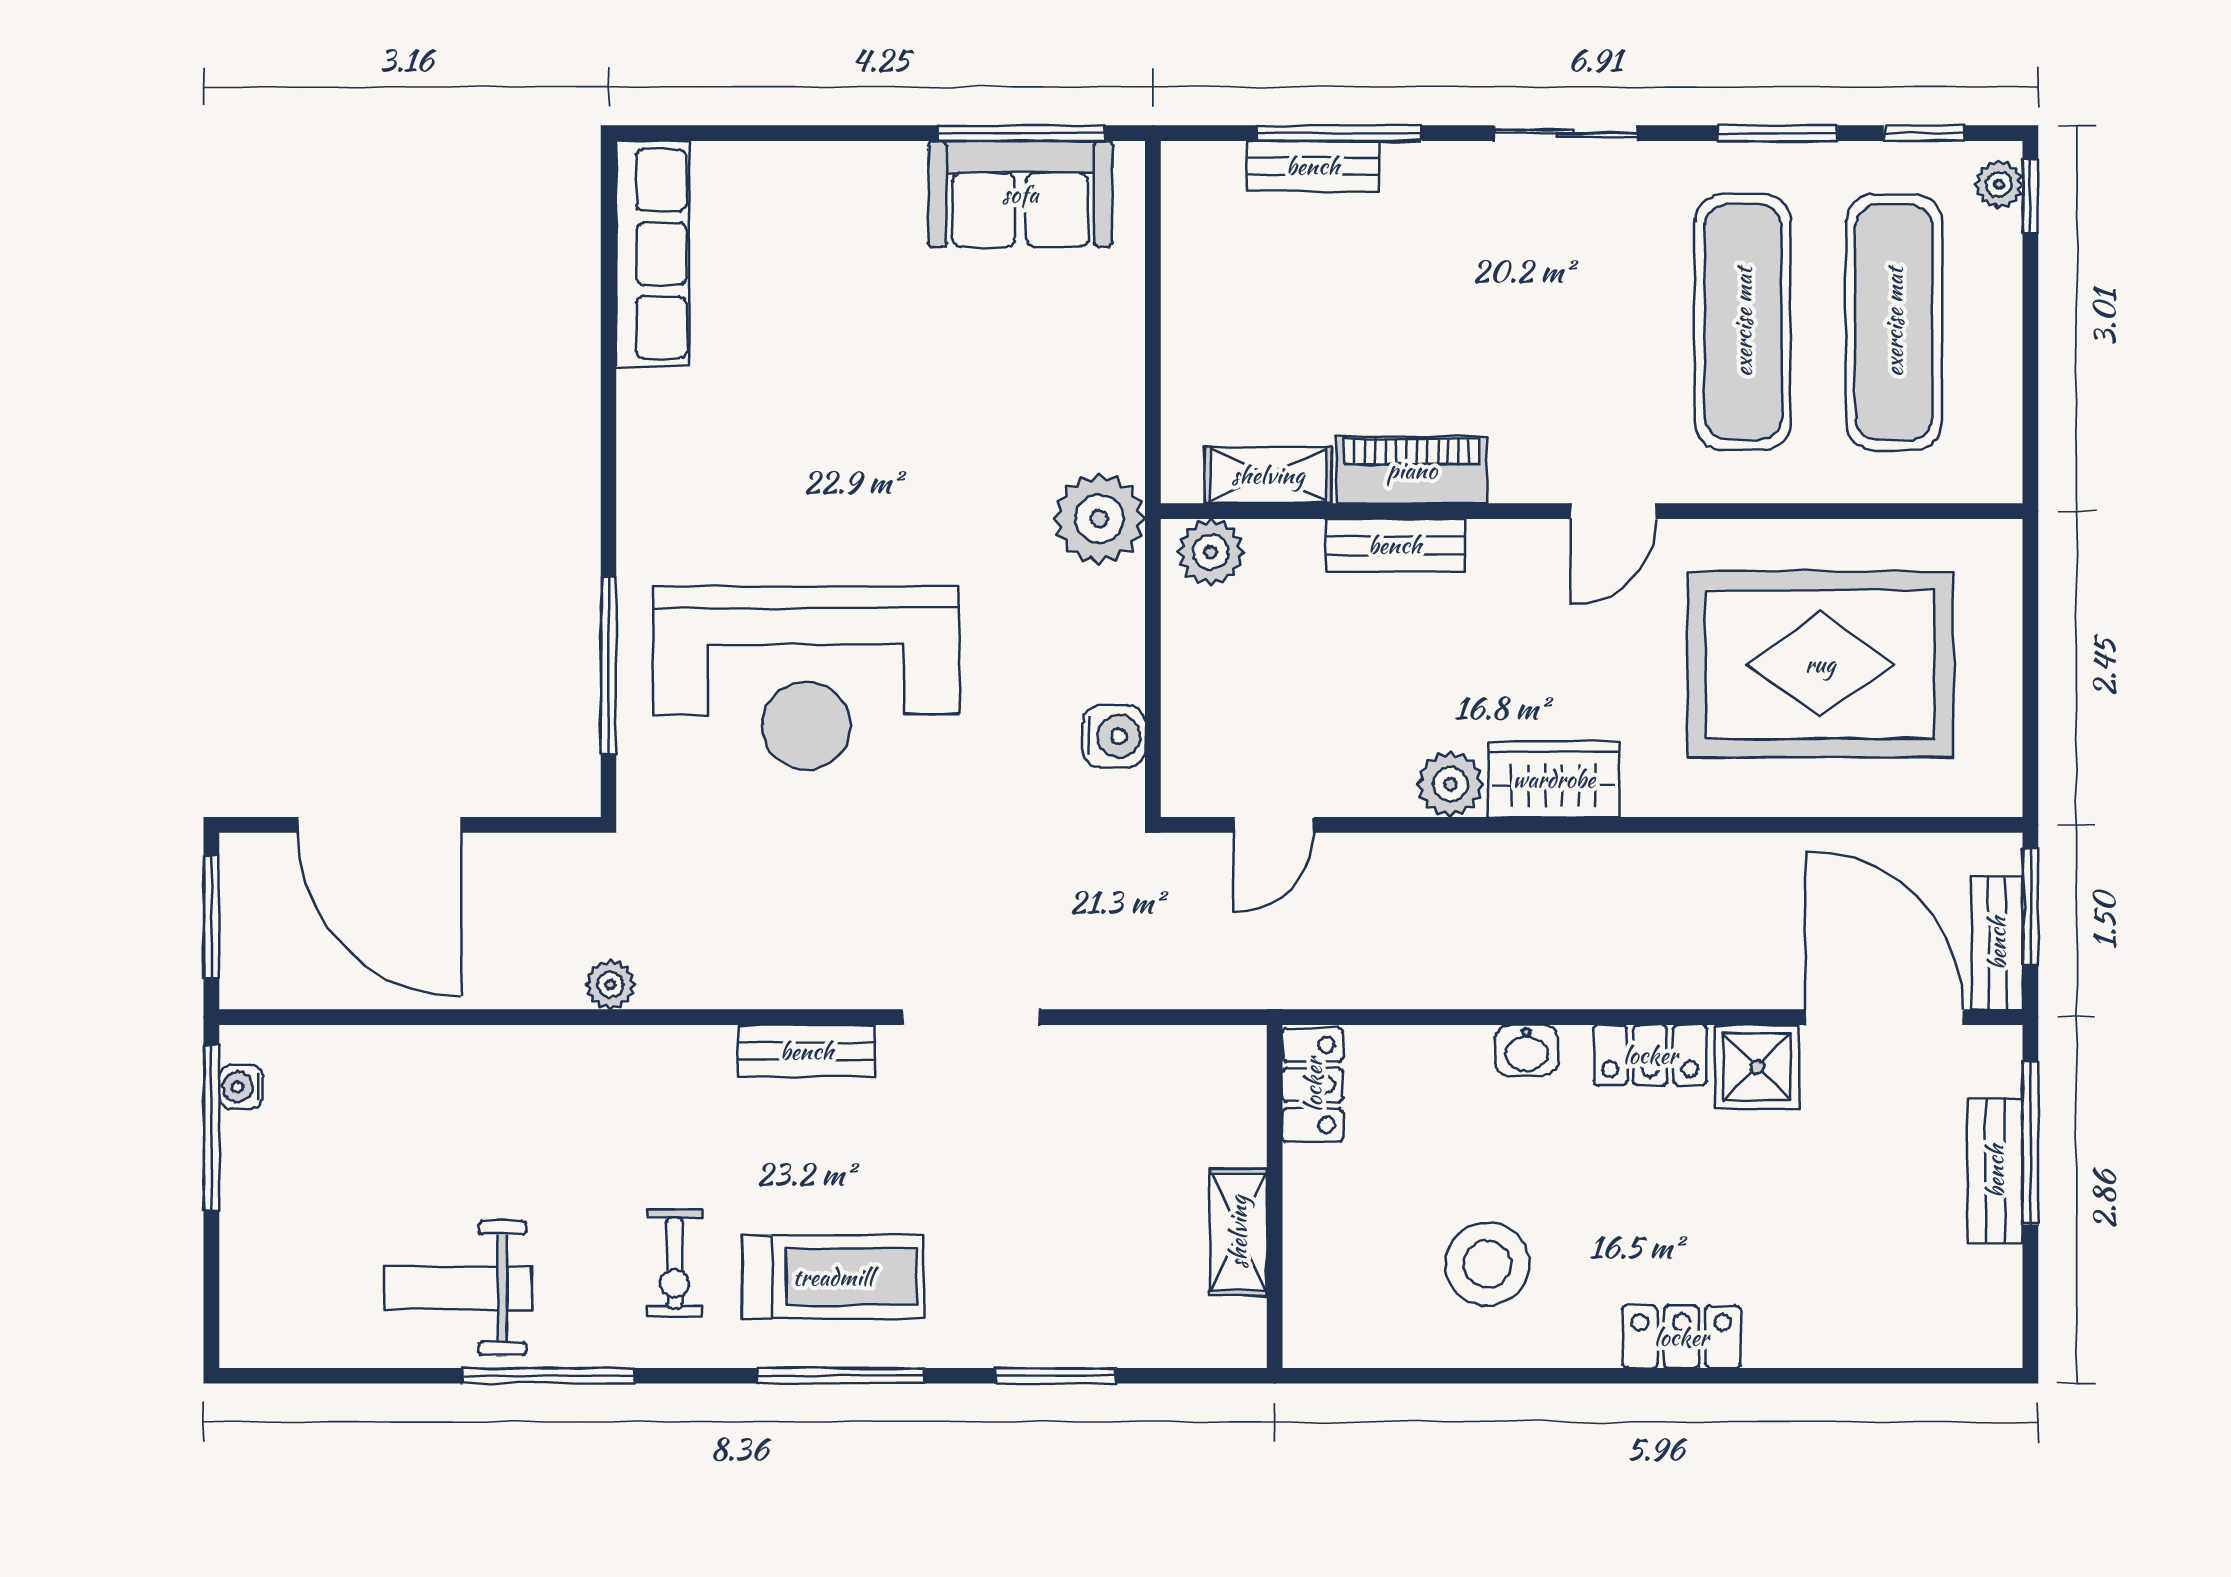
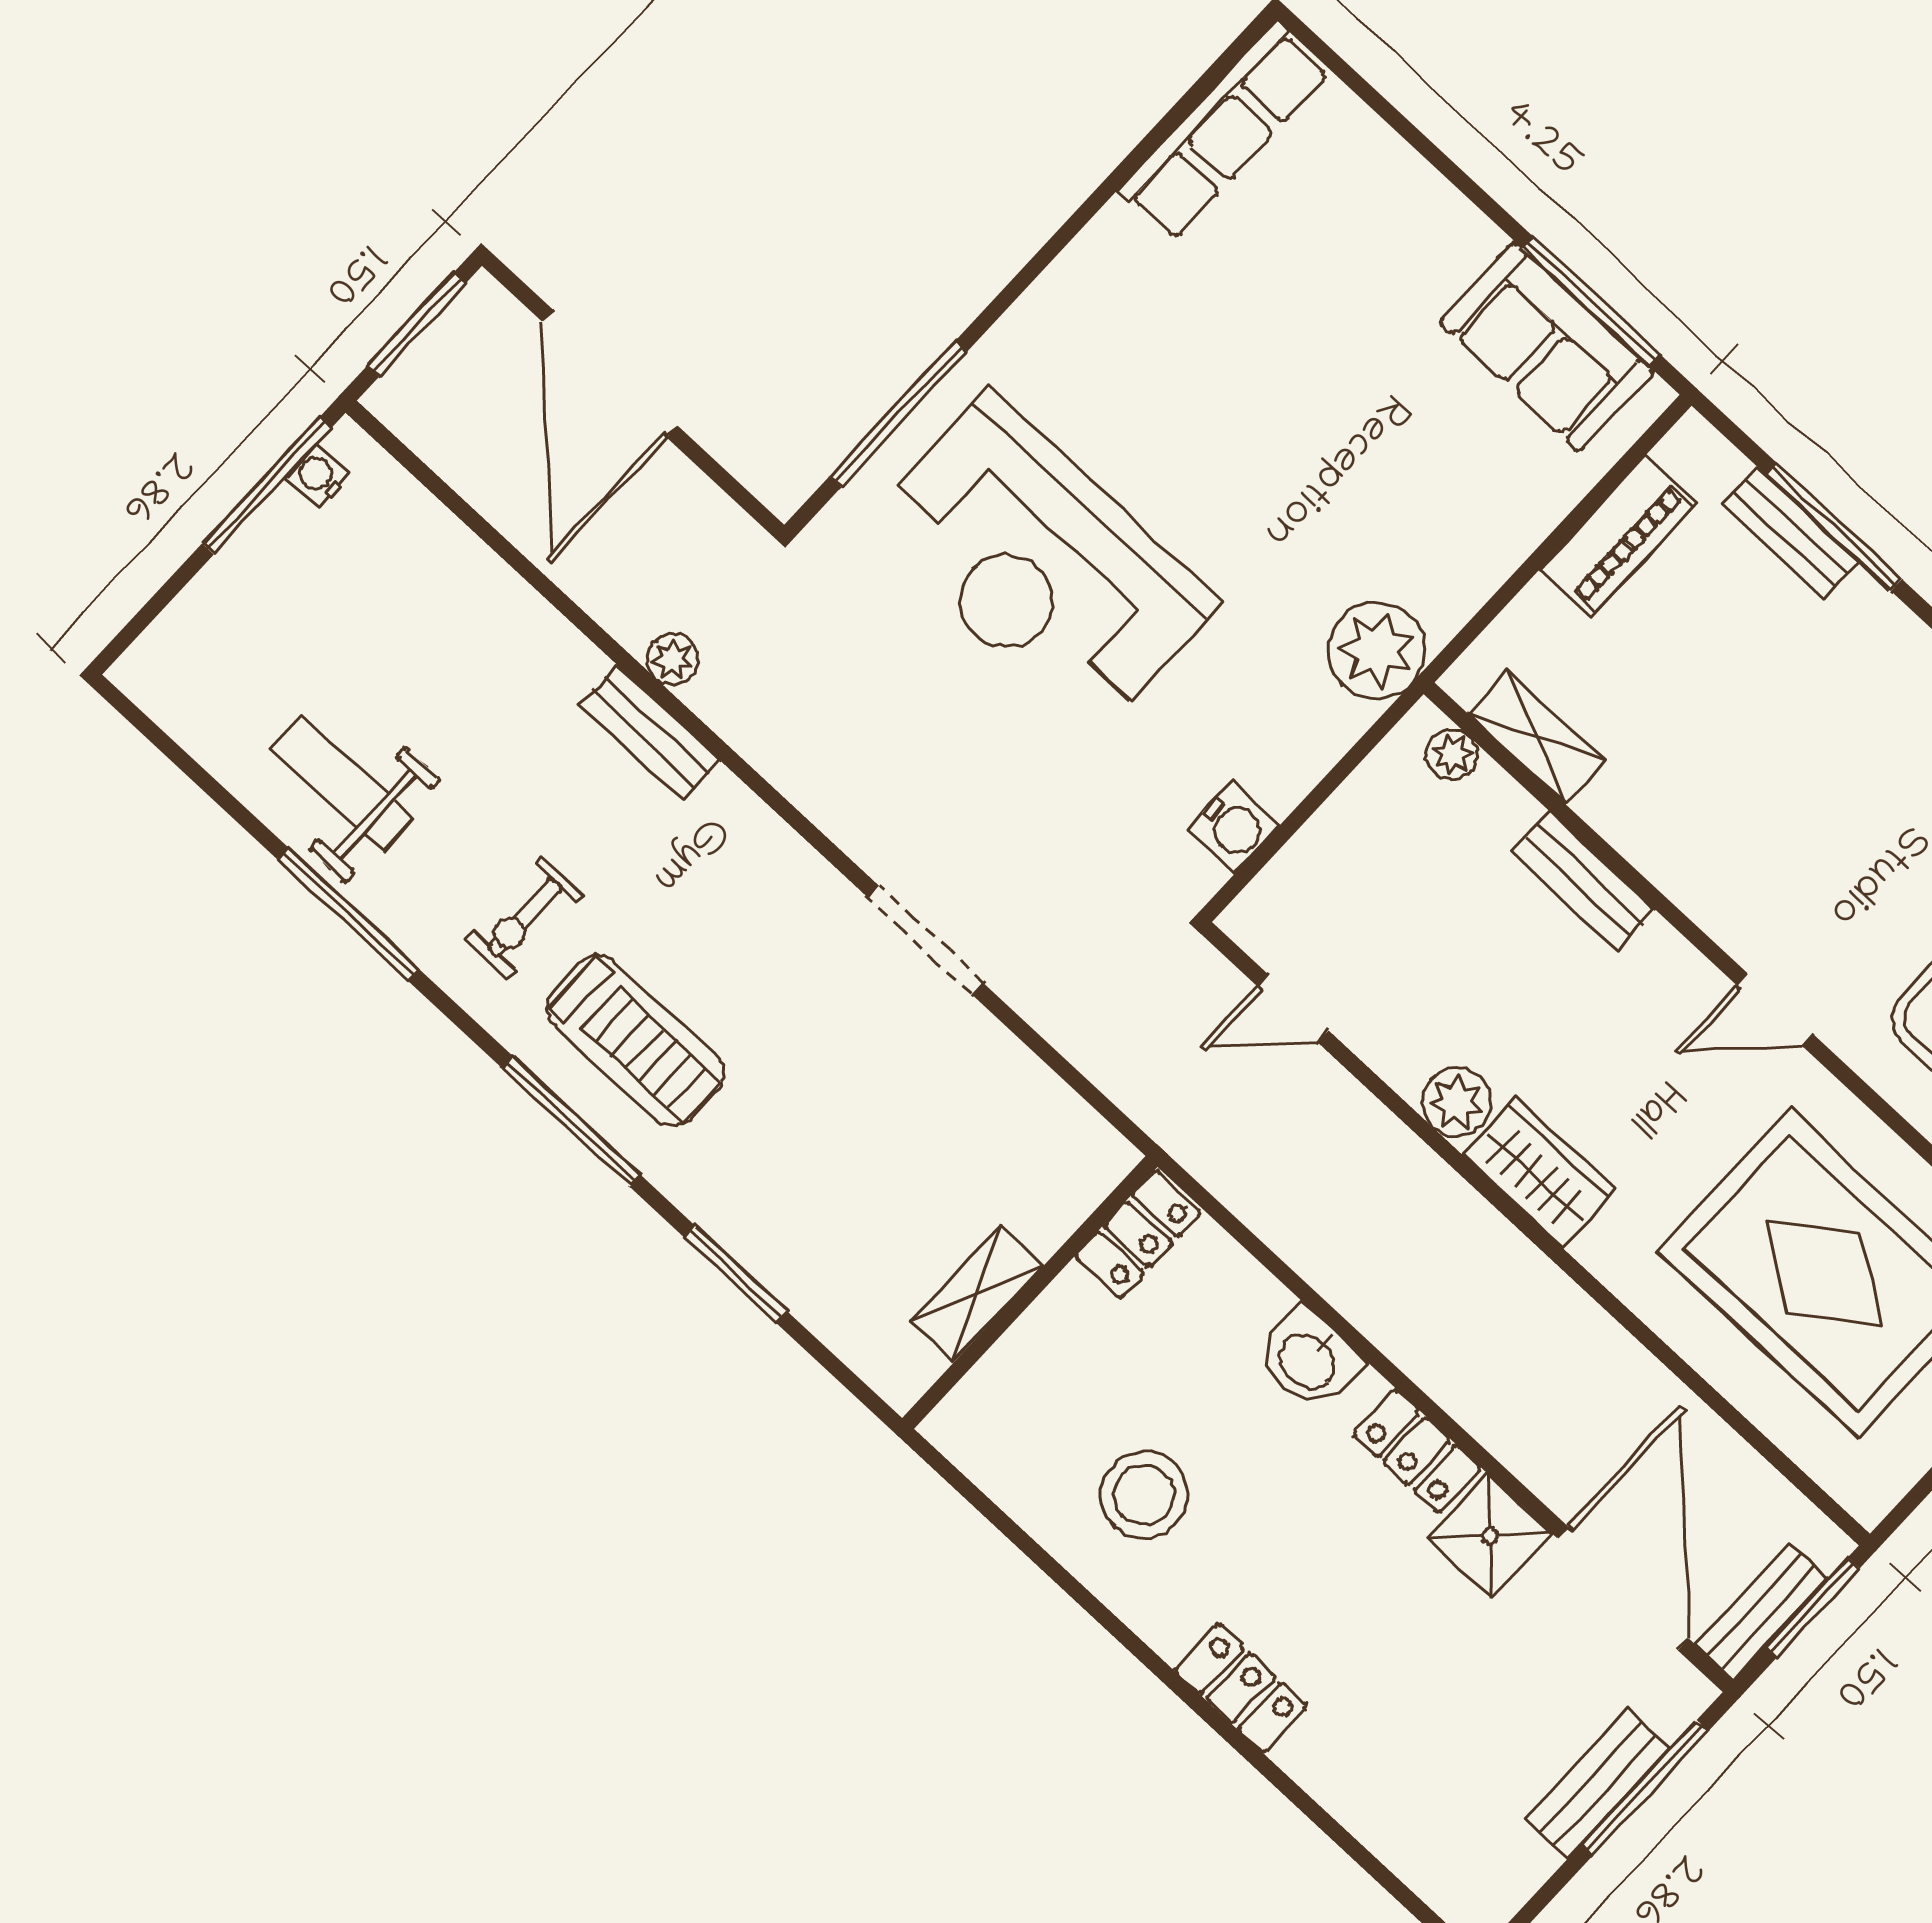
piano: (1412, 470) -> (1618, 536), moved, turned 90
plant: (1211, 552) -> (1451, 755), width x0.73, depth x0.73
washbasin: (1527, 1050) -> (1309, 1360), width x1.38, depth x1.45
bench: (807, 1051) -> (650, 732), moved

